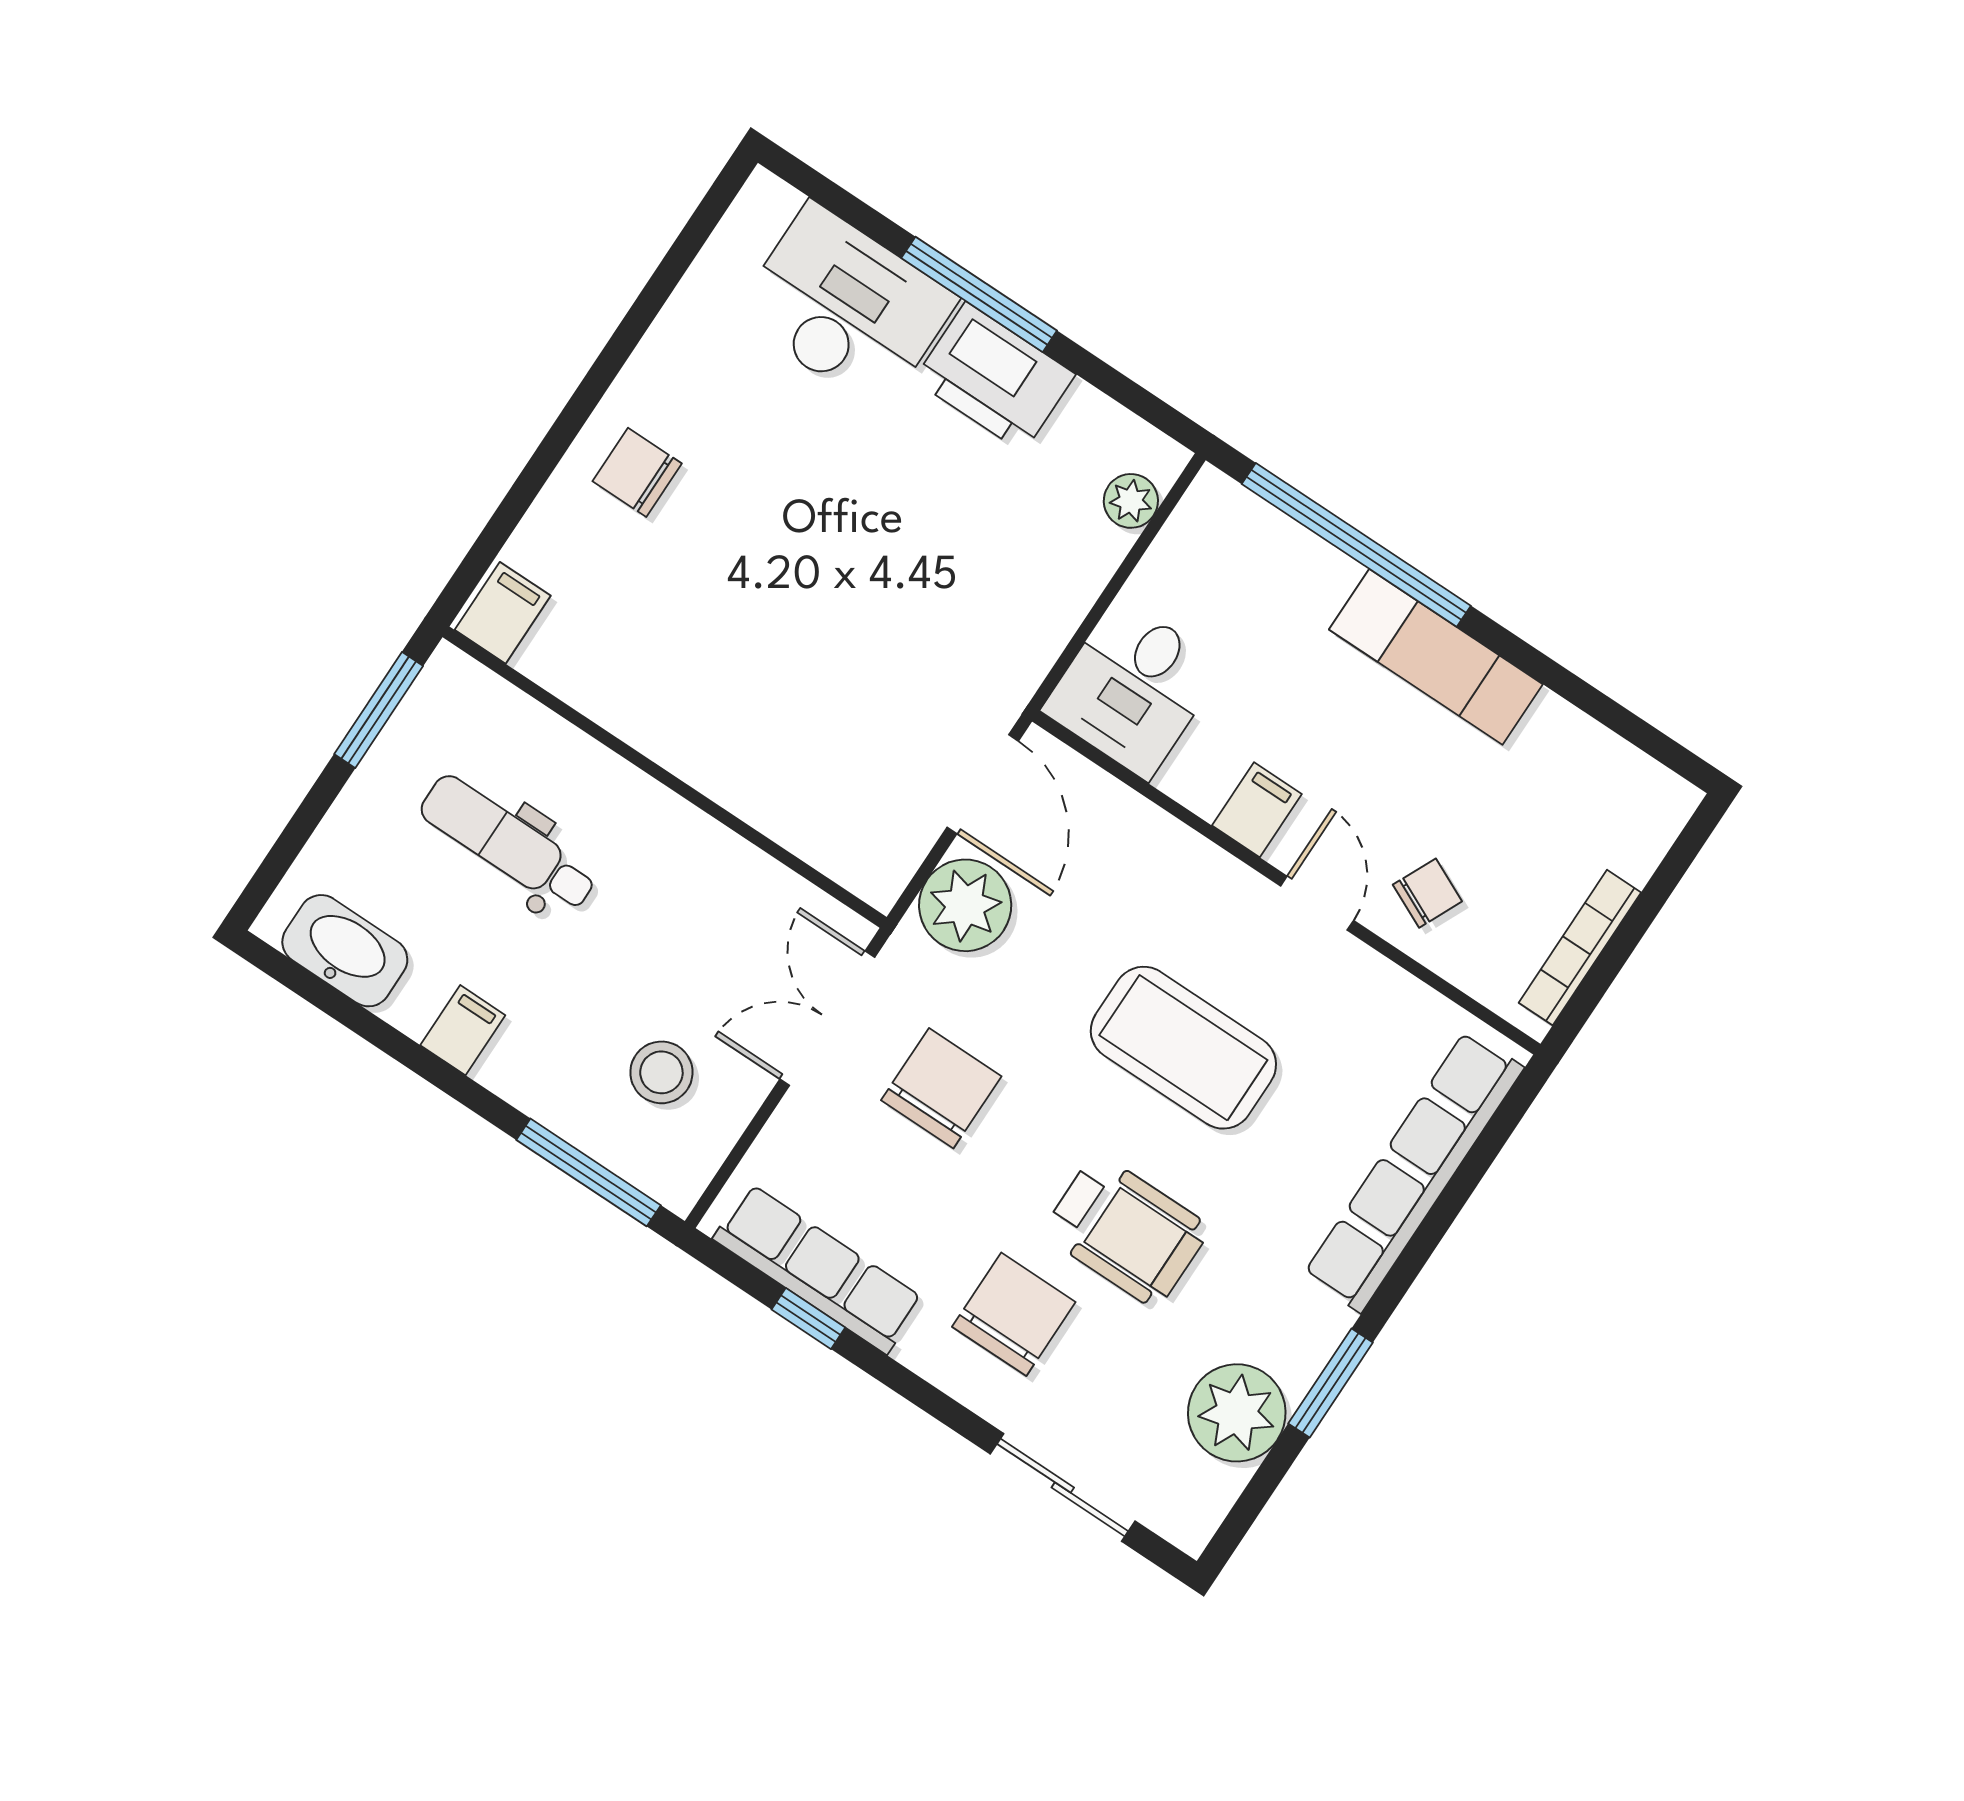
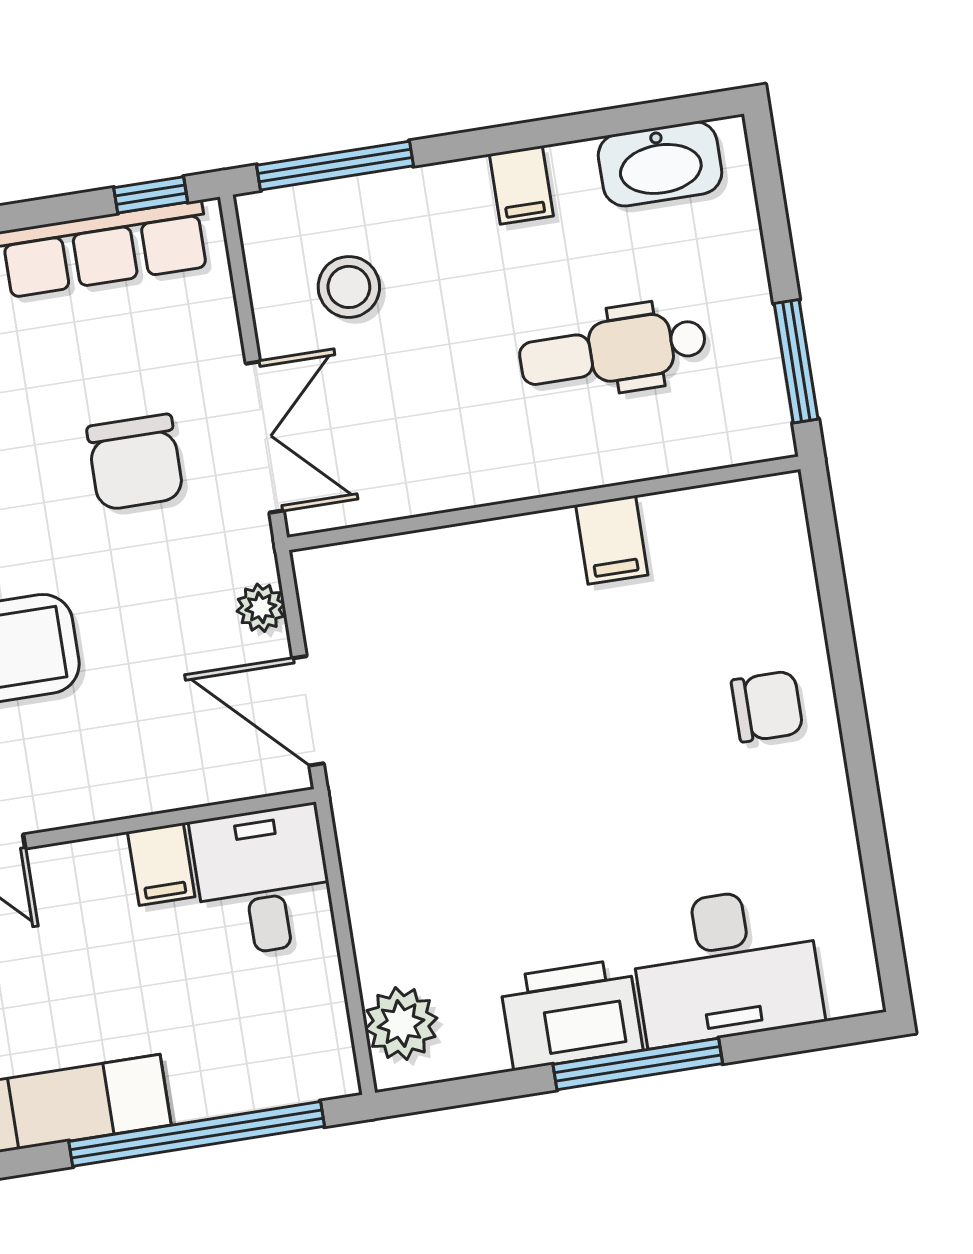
plant: (1131, 501) -> (401, 1024), width x1.38, depth x1.38
filing cabinet: (503, 613) -> (612, 540), moved
filing cabinet: (1257, 810) -> (161, 864), moved
dental chair: (508, 844) -> (613, 351), turned 180
plant: (965, 905) -> (261, 608), width x0.53, depth x0.53
window: (808, 1319) -> (151, 195), moved

